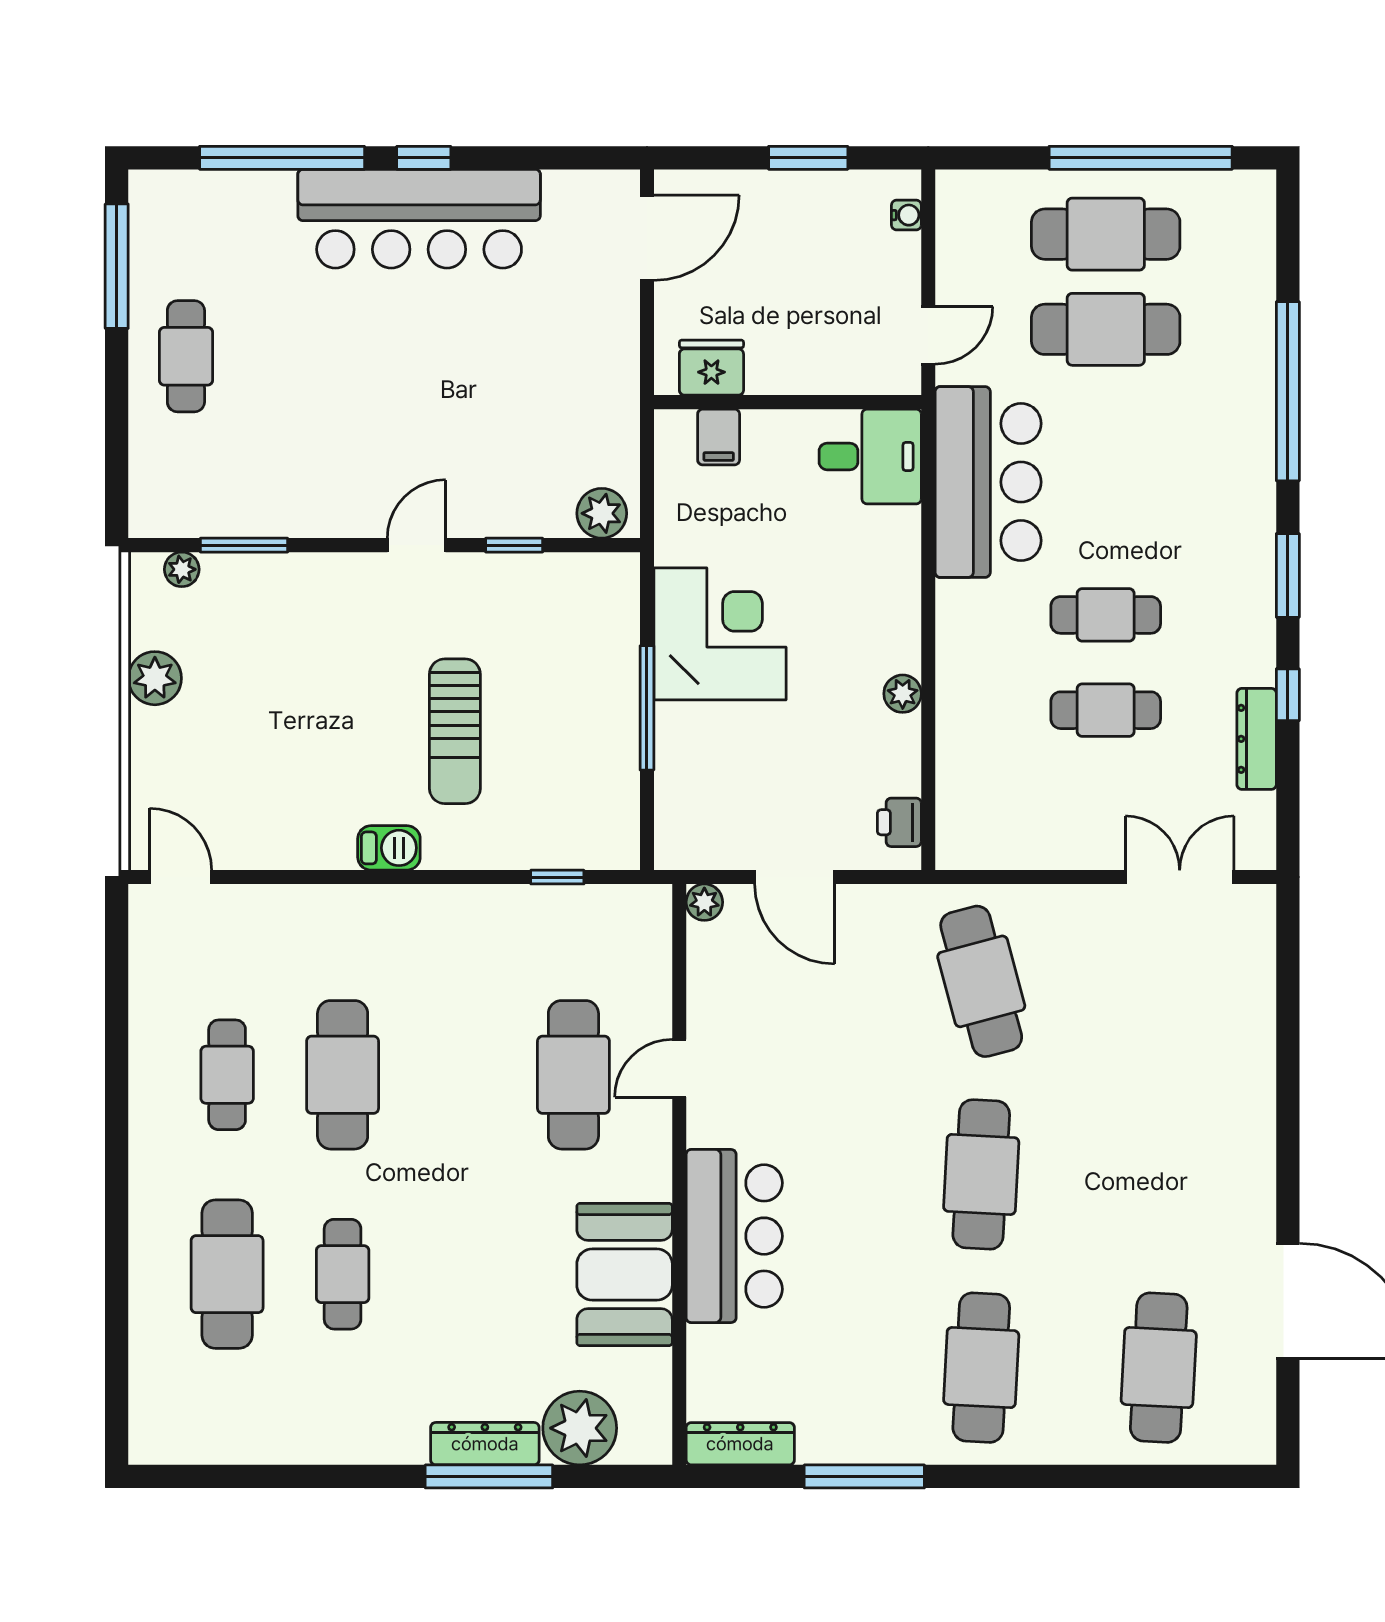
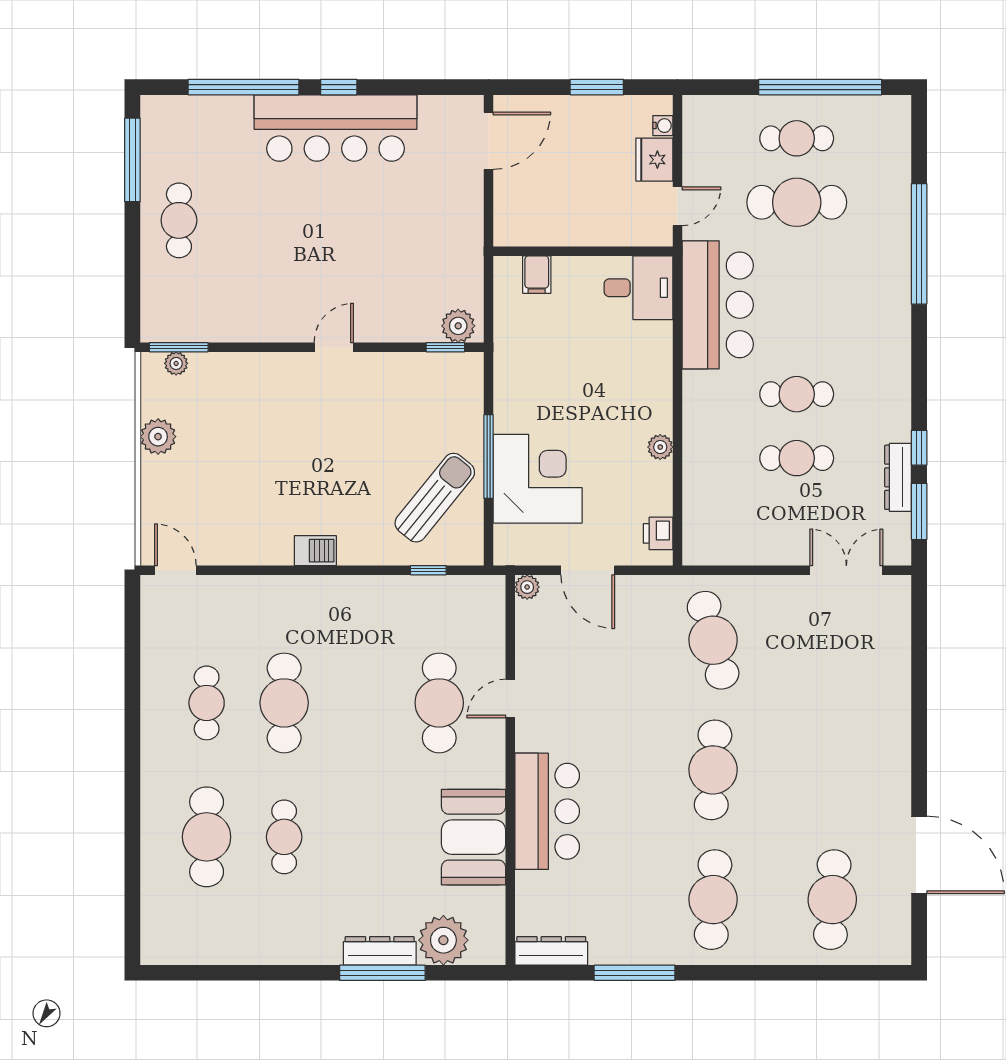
cafe table: (1106, 234) -> (797, 138), width x0.73, depth x0.74
fridge: (711, 368) -> (654, 160), moved, turned -90
window: (244, 545) -> (179, 347), moved
window: (514, 545) -> (445, 347), moved
window: (1288, 575) -> (919, 511), moved
corner desk: (720, 634) -> (538, 479), moved
sun lounger: (455, 731) -> (435, 498), moved, turned -141

